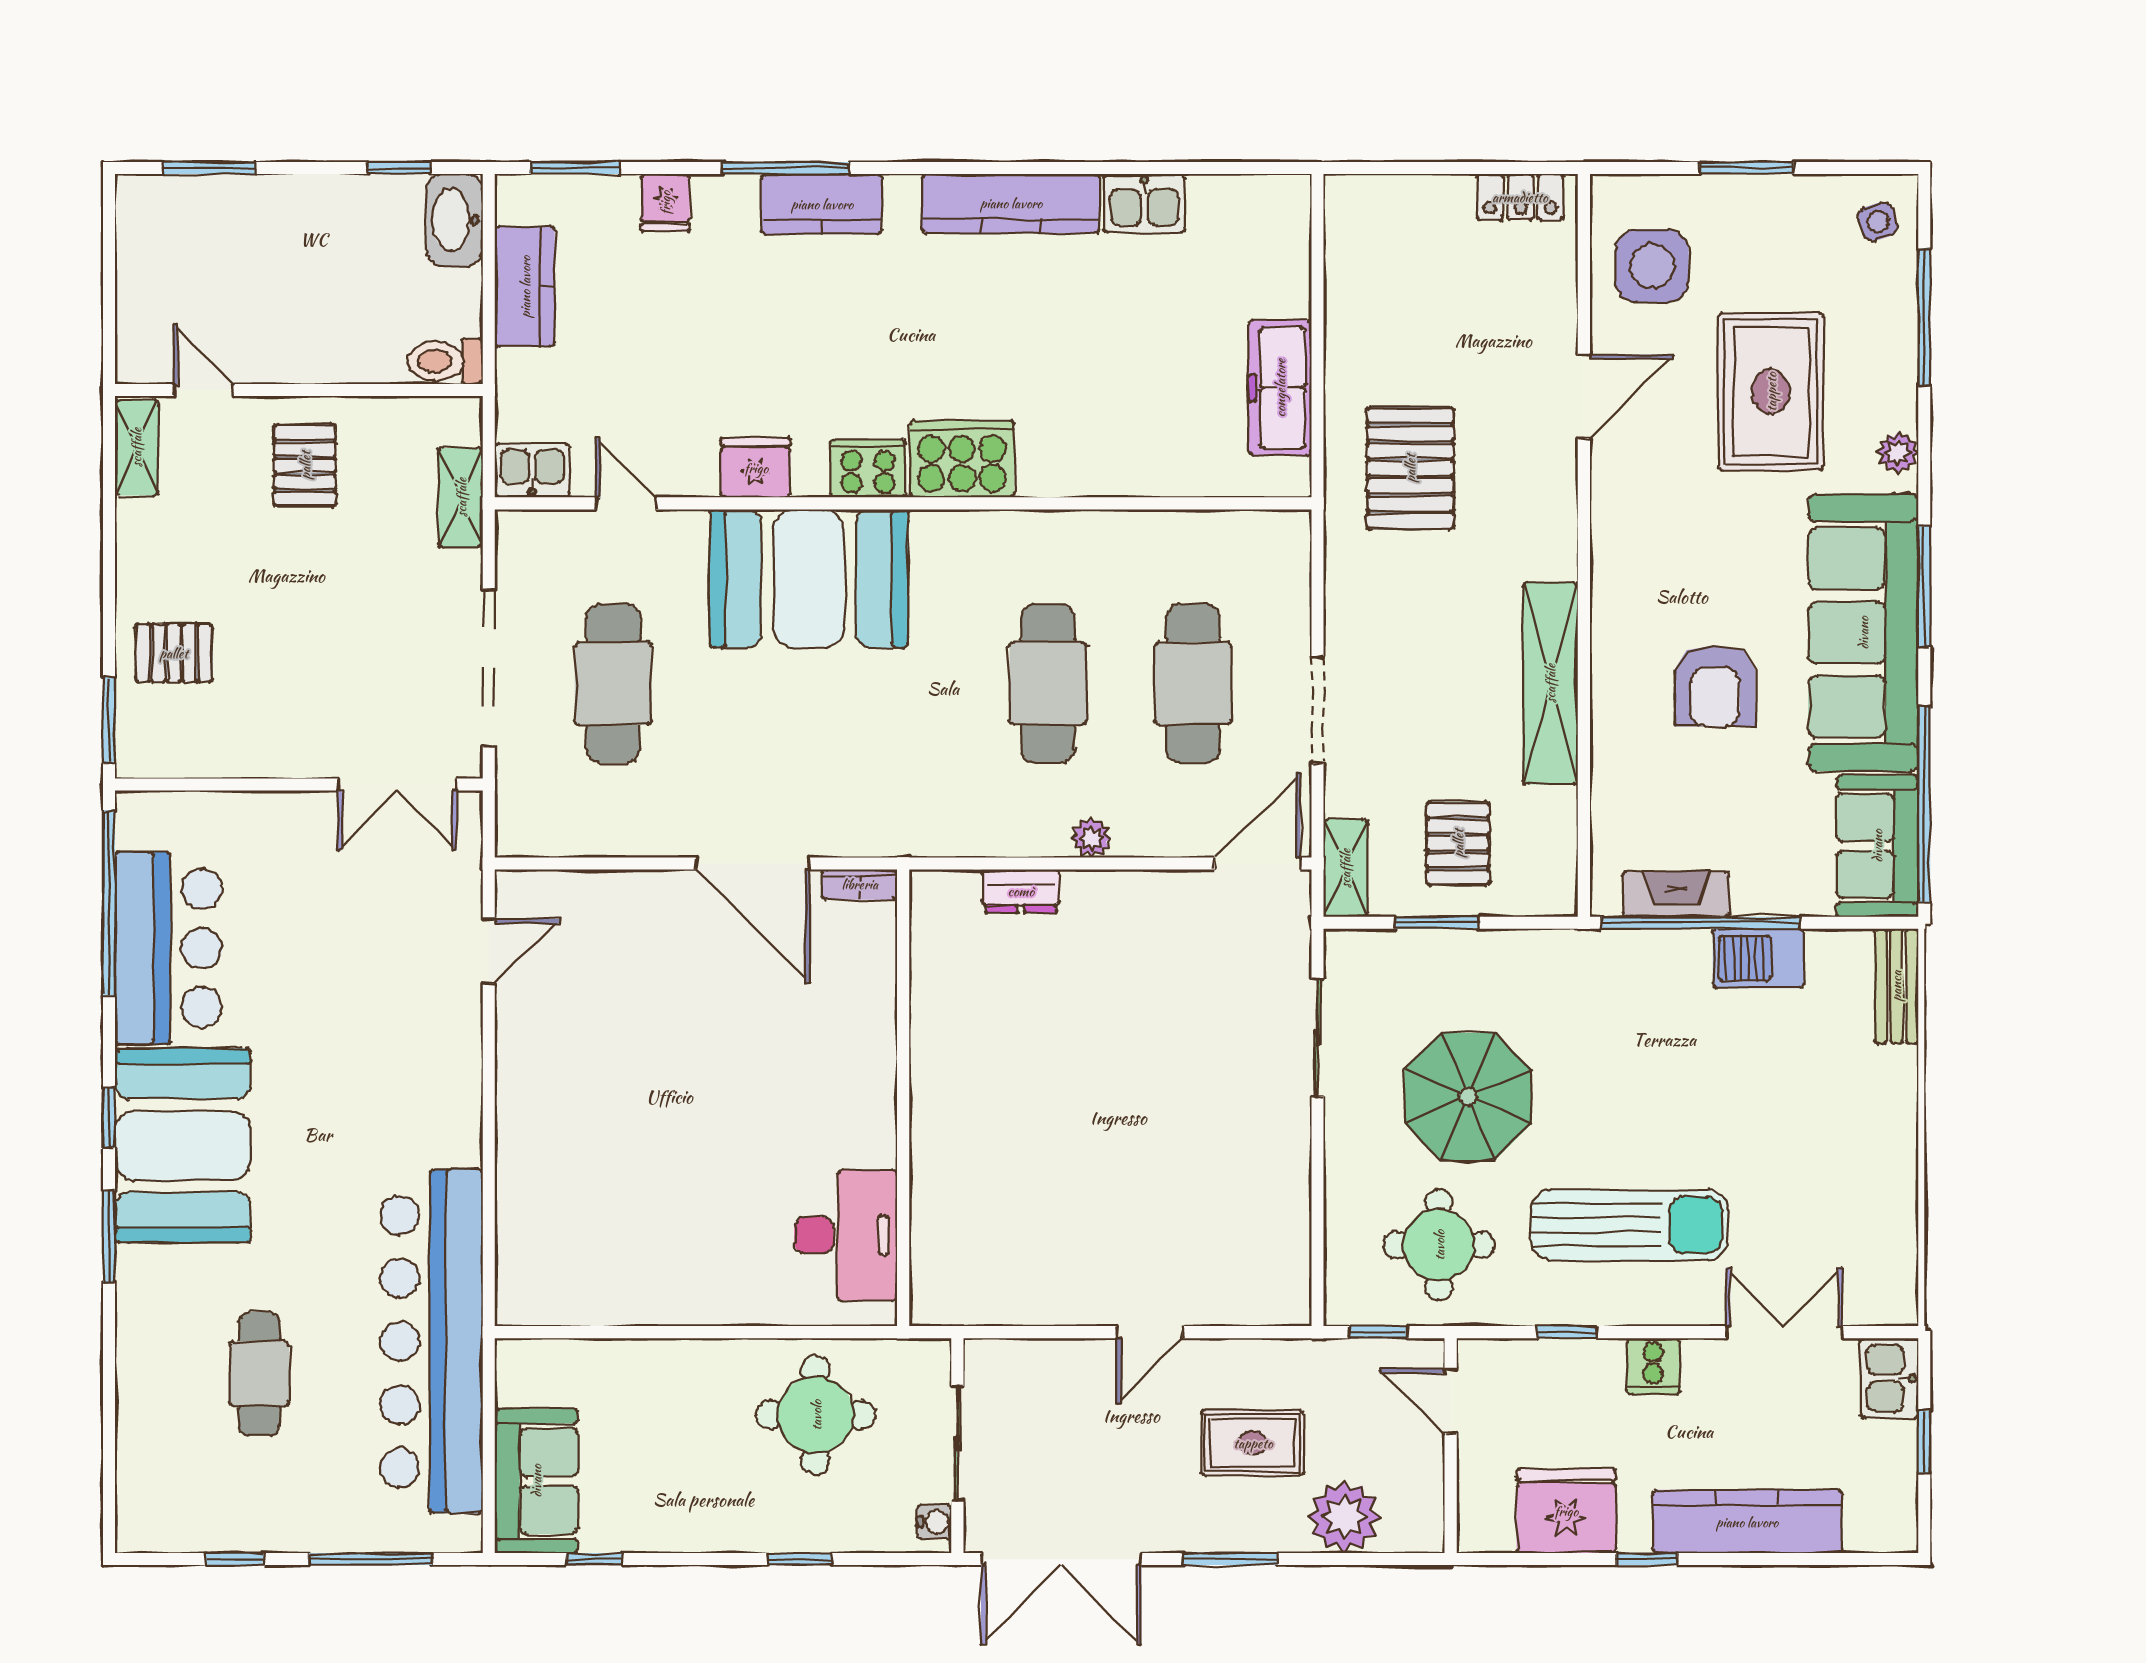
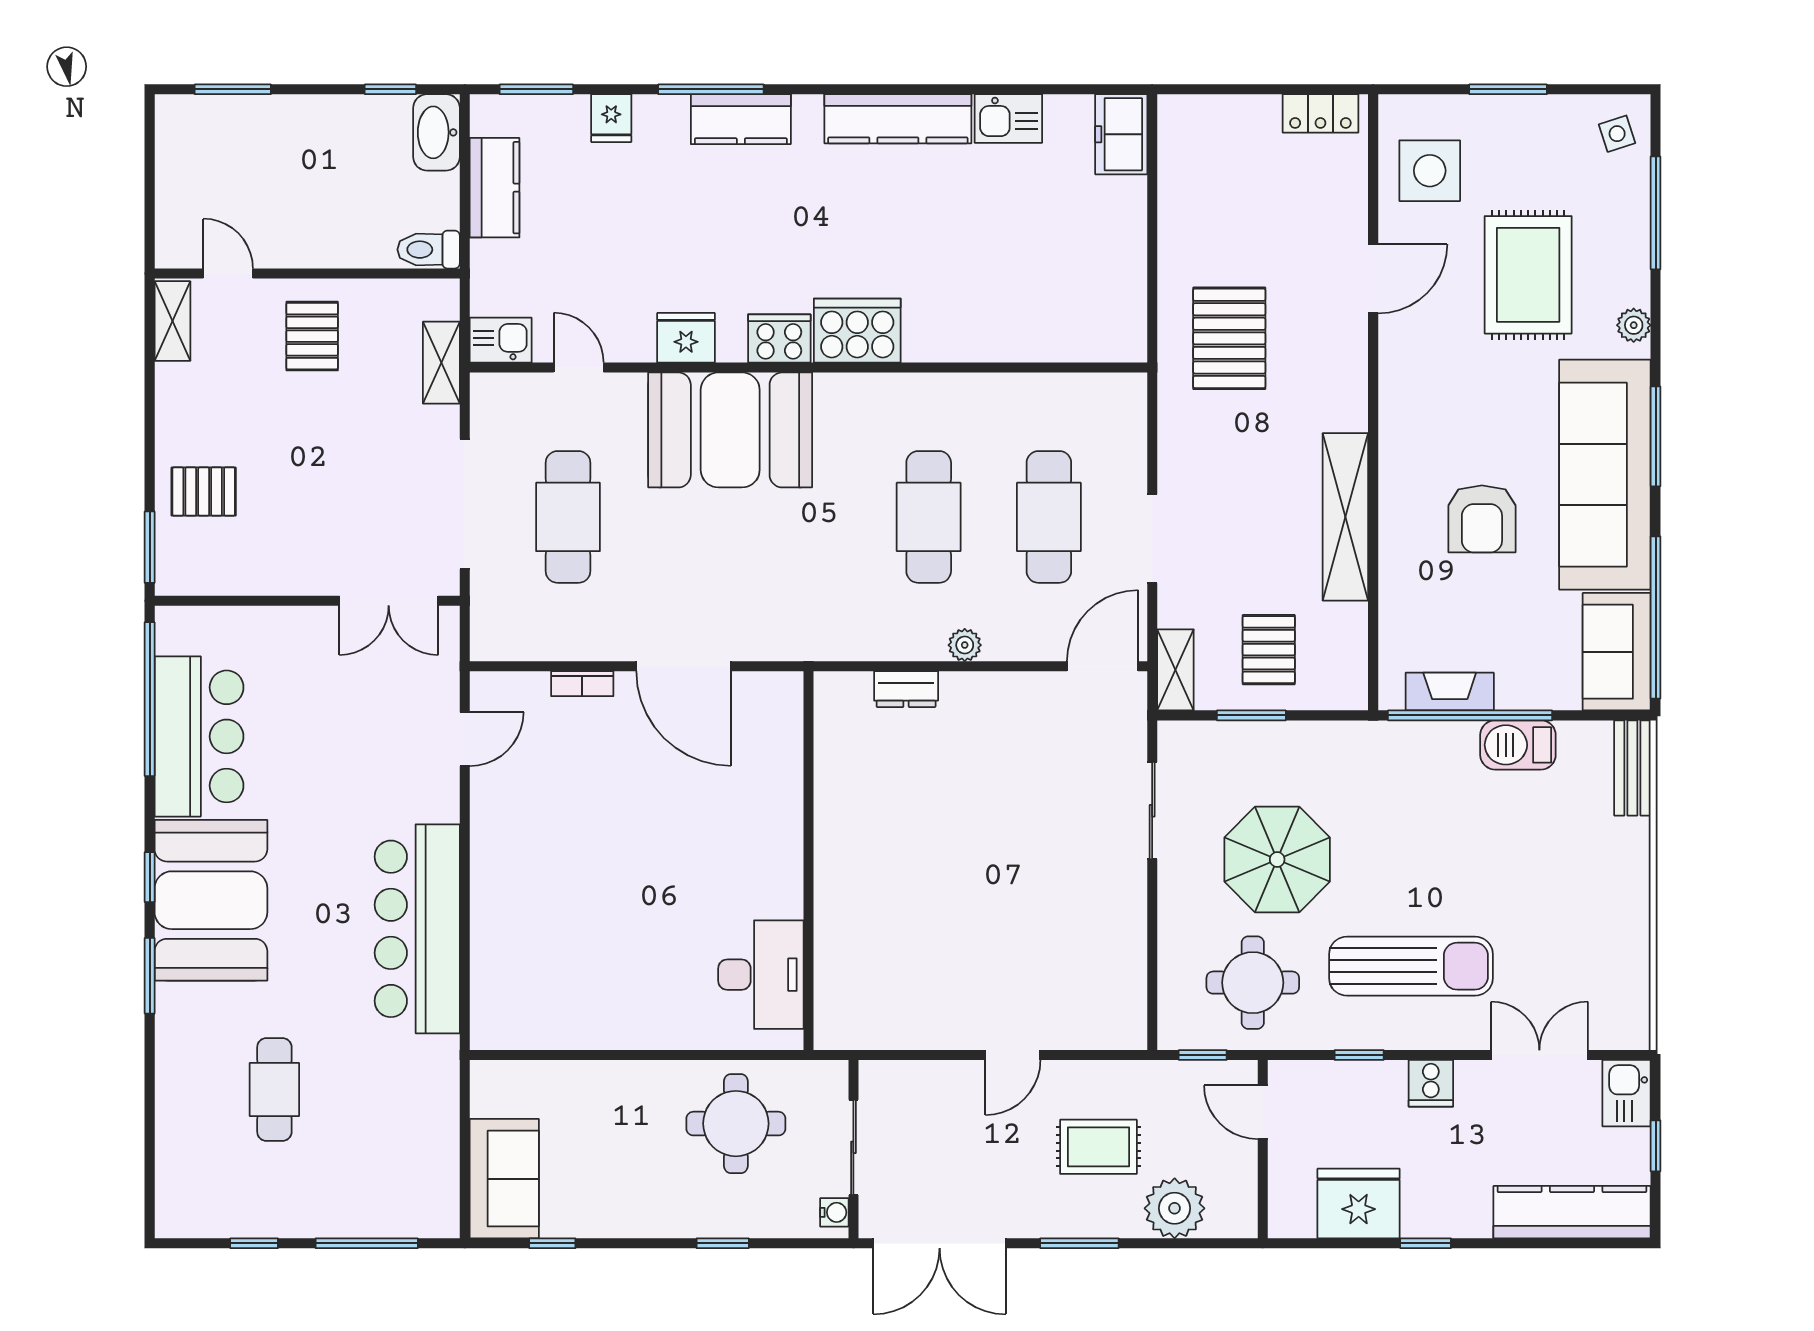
freezer: (1280, 388) -> (1121, 134), moved, width x0.71
bookcase: (860, 884) -> (582, 684), moved
bar counter: (431, 1341) -> (417, 929), moved, width x0.73
kitchen counter: (1747, 1522) -> (1572, 1212), moved

